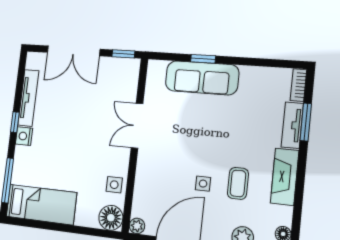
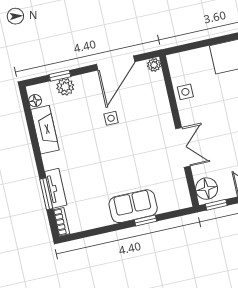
sofa: (202, 78) -> (133, 206), width x0.73
fireplace: (285, 177) -> (45, 130), moved
coffee table: (238, 183) -> (83, 128), removed
floor lamp: (111, 218) -> (207, 189), moved

